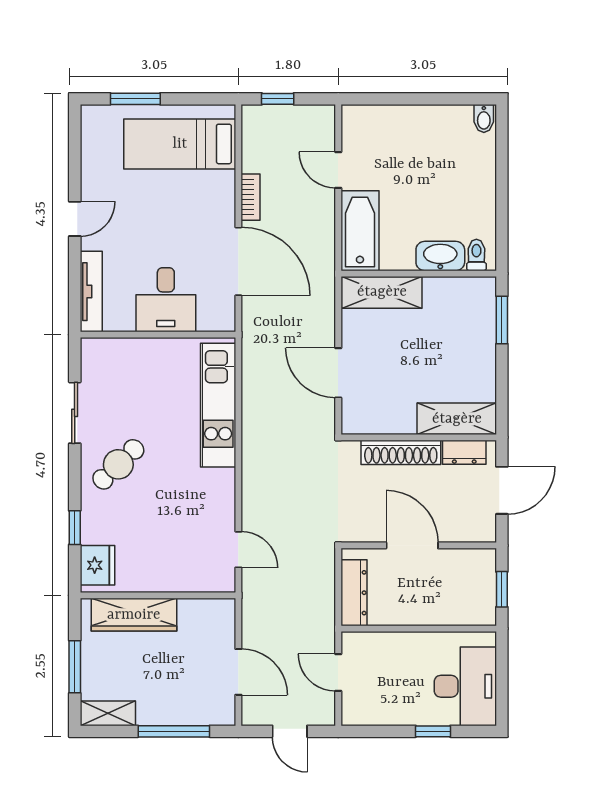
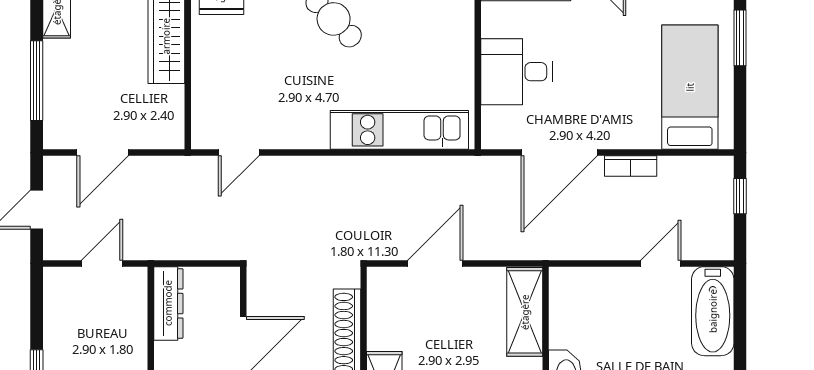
bathtub: (360, 231) -> (713, 311), moved, turned 90
dresser: (354, 593) -> (168, 303), moved, turned -90

